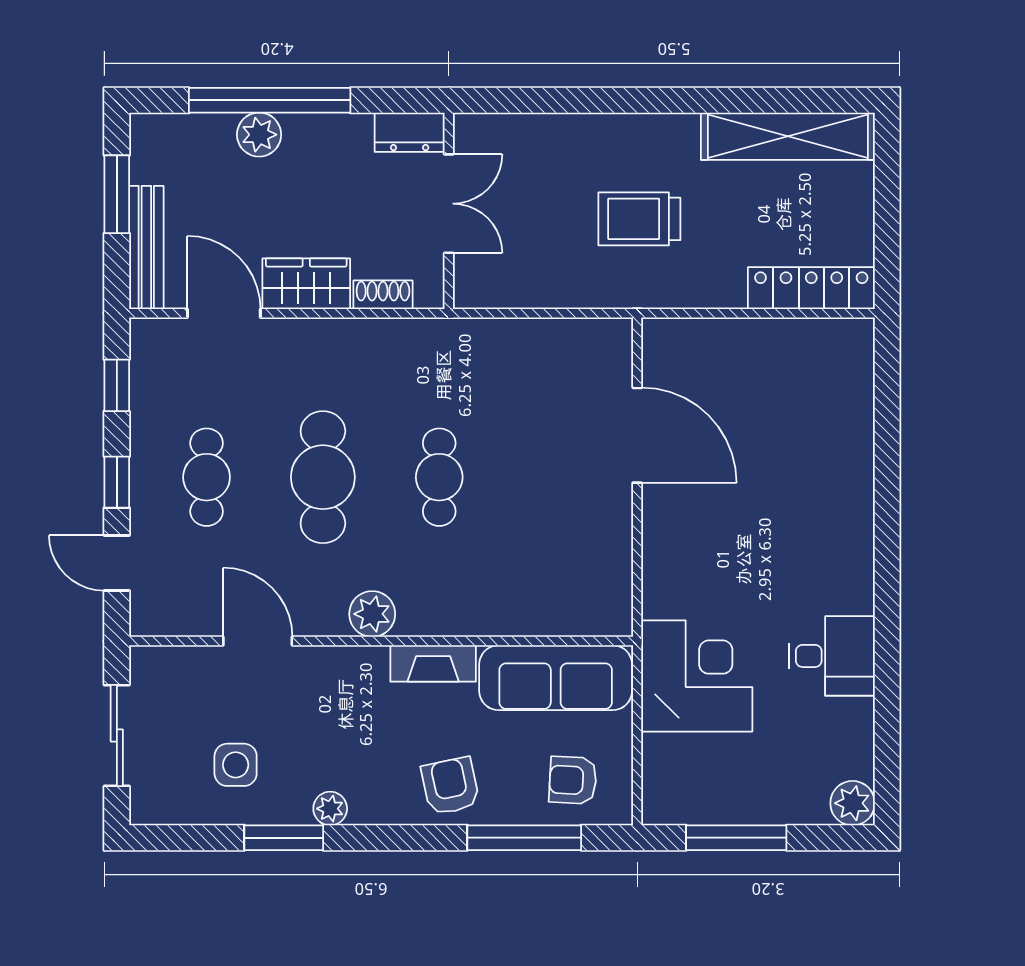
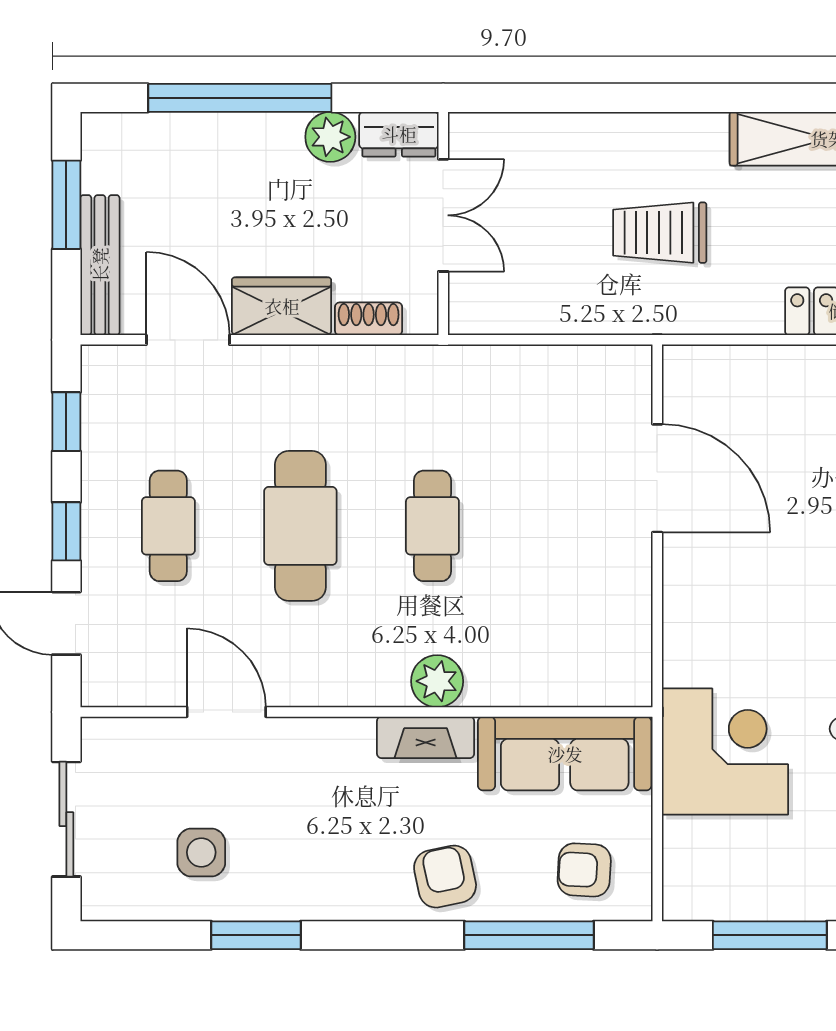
plant: (259, 135) -> (330, 137), moved
plant: (372, 614) -> (437, 681), moved
plant: (330, 809) -> (309, 902), removed

